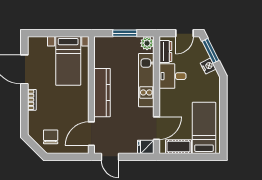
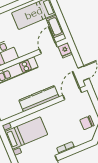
door: (156, 128) -> (48, 48), hinge flipped
door: (91, 134) -> (72, 94), swing flipped

